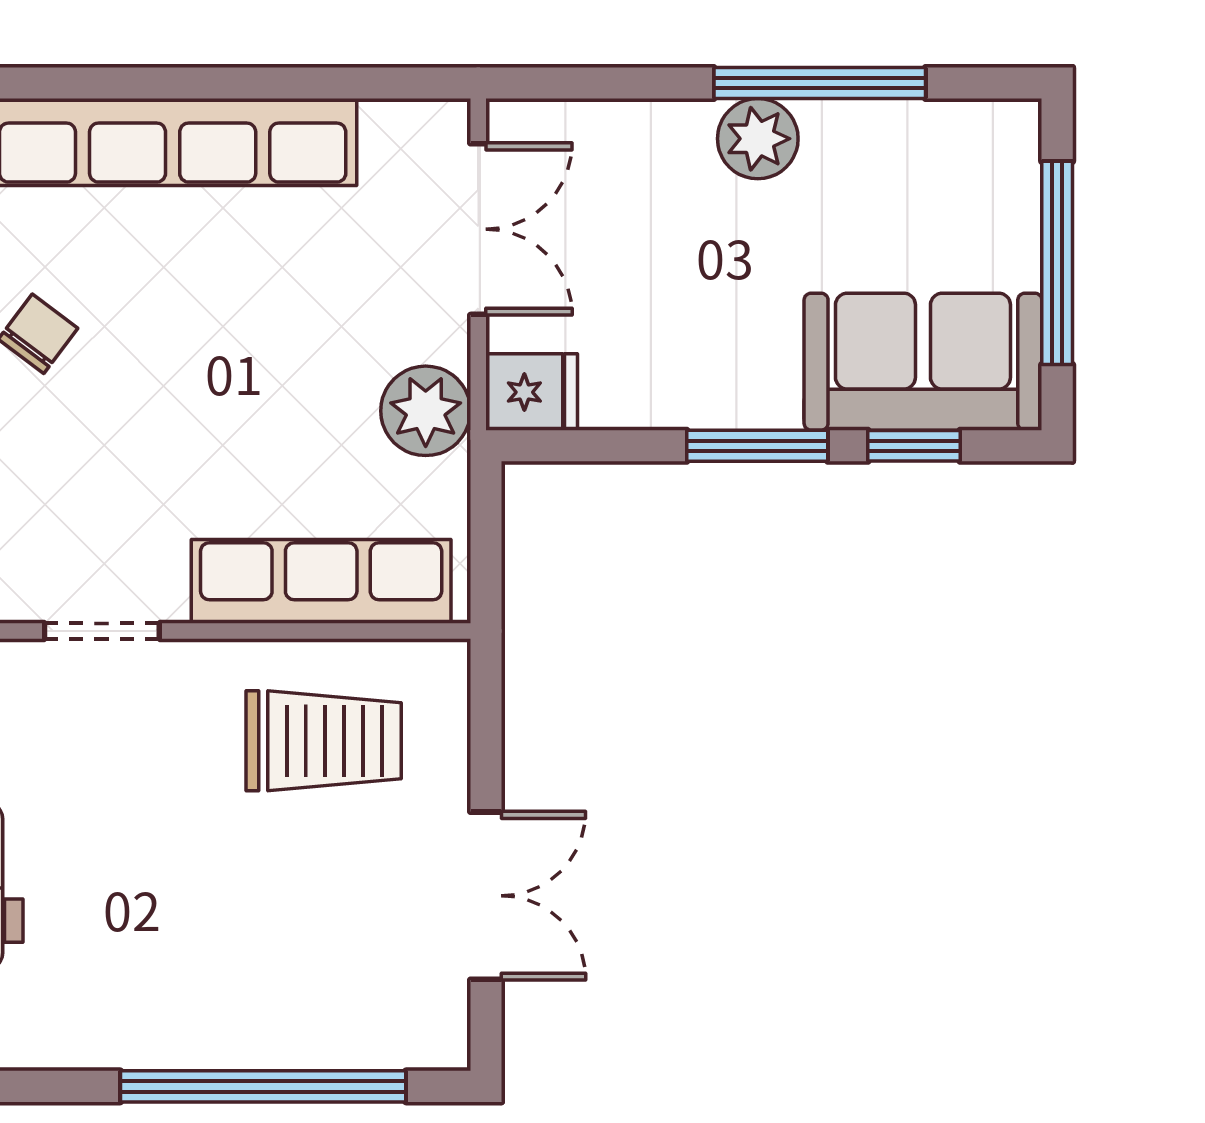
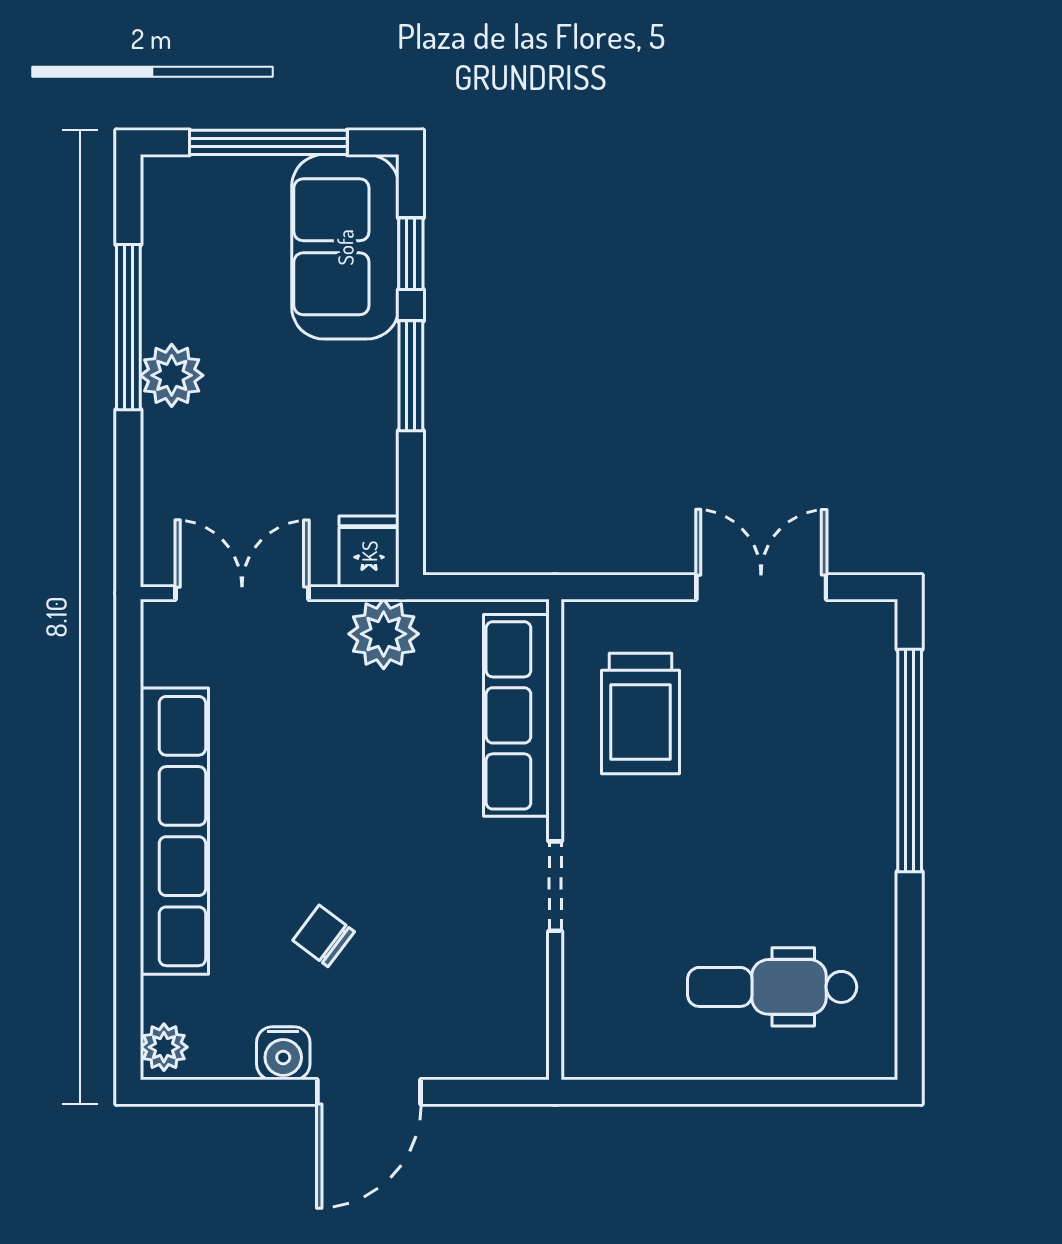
trolley: (324, 741) -> (641, 713), turned 180

